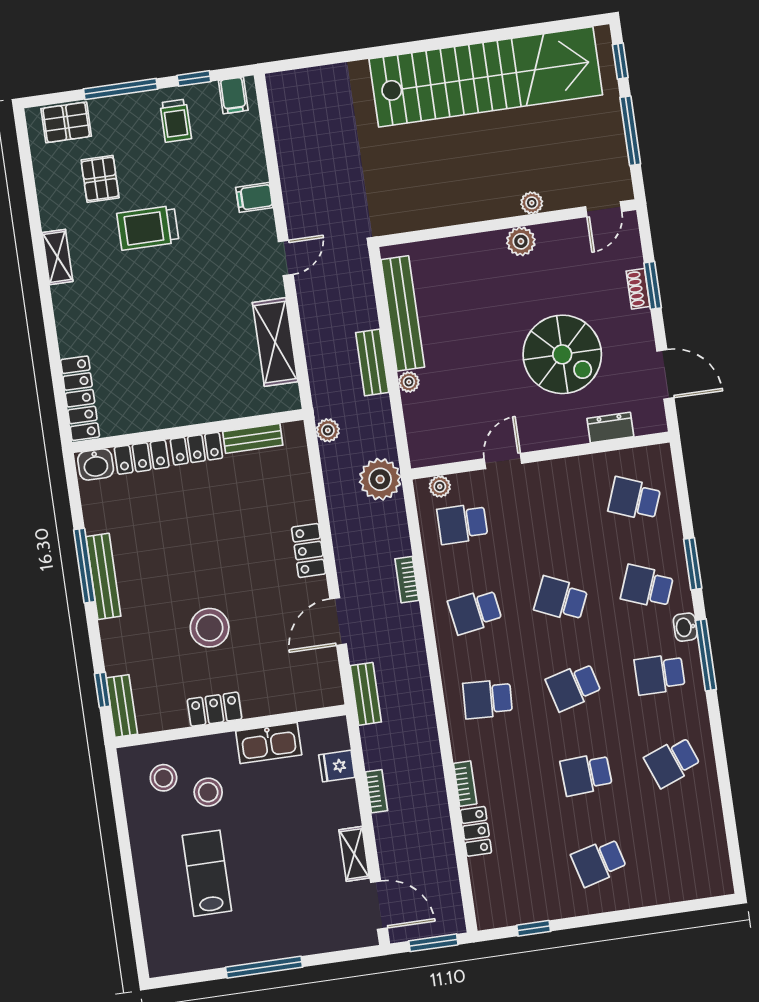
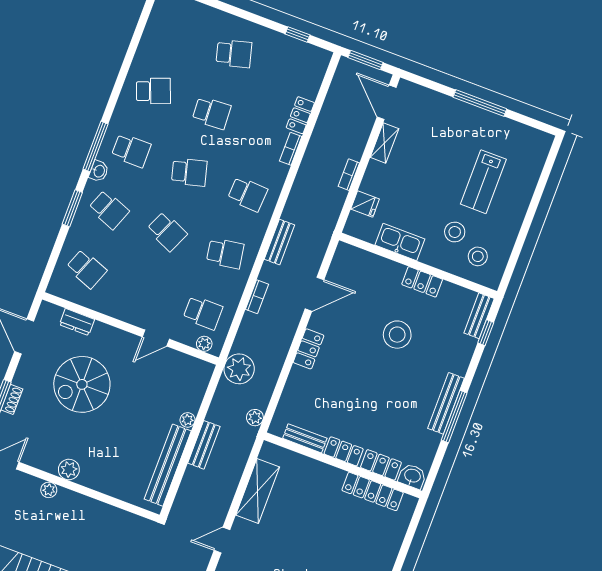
spiral stairs: (562, 354) -> (82, 384), turned -90
locker: (80, 398) -> (373, 491), moved, turned -90
bench: (366, 694) -> (279, 242), moved

